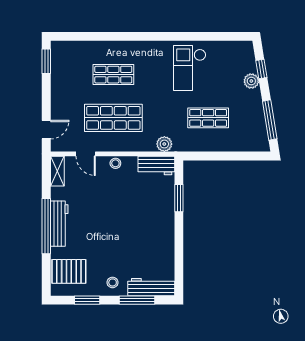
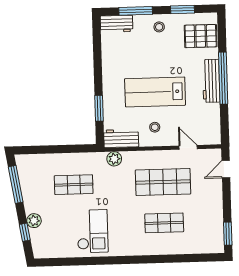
stool: (115, 163) -> (155, 127), moved
shelving: (57, 171) -> (214, 130), removed
lab bench: (119, 214) -> (155, 92), added
workbench: (151, 287) -> (117, 24), width x0.73

